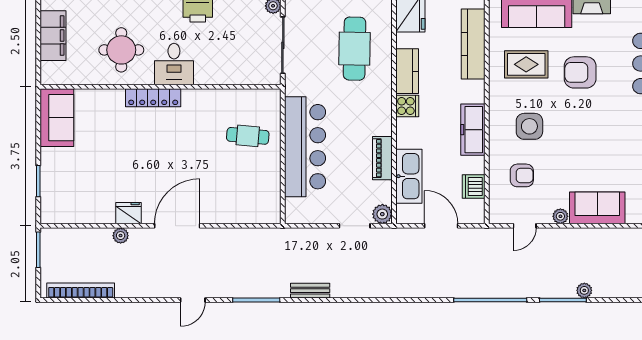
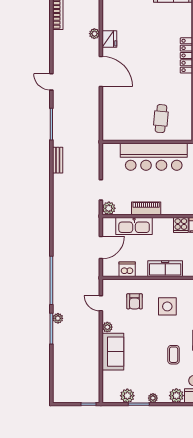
coffee table: (602, 117) -> (174, 355), added
plant: (584, 290) -> (58, 318), moved

